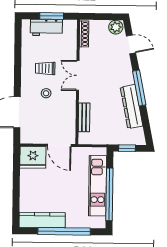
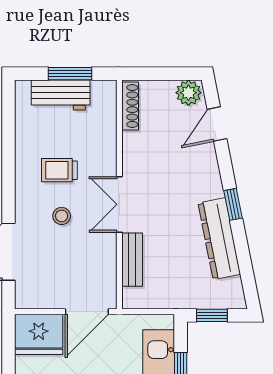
door: (131, 44) -> (217, 124), swing flipped
double door: (78, 75) -> (119, 204), moved
window: (139, 88) -> (233, 204), width x0.46
door: (59, 145) -> (87, 312), hinge flipped

